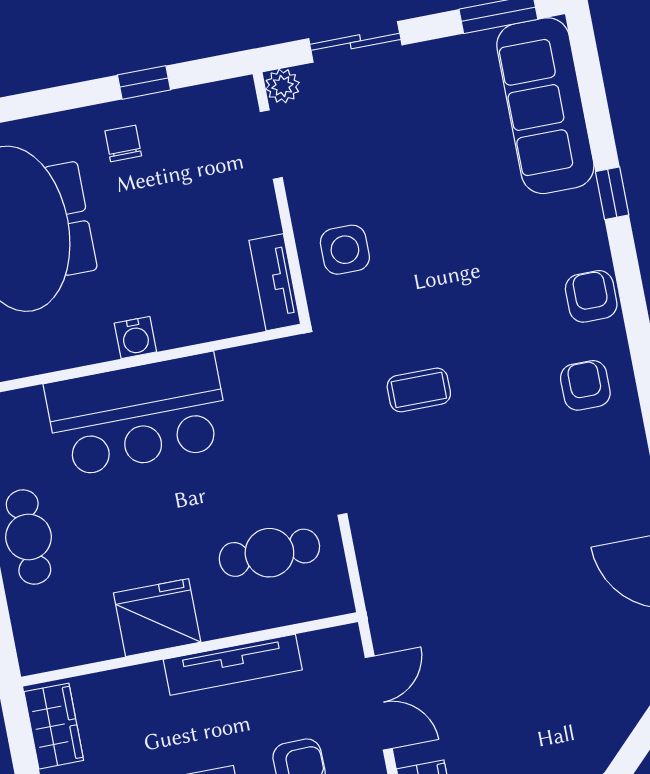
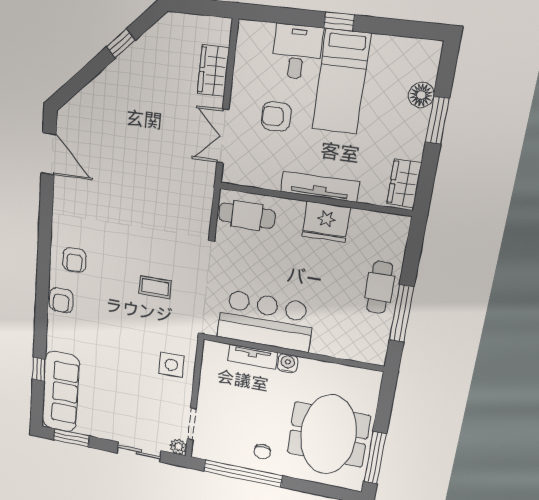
window: (144, 82) -> (243, 473), width x3.17
window: (612, 193) -> (39, 369), moved
tv unit: (275, 282) -> (252, 357), moved, turned 90
bar counter: (137, 415) -> (265, 321), moved
cafe table: (269, 553) -> (247, 216), moved
tv unit: (233, 665) -> (320, 187), moved

